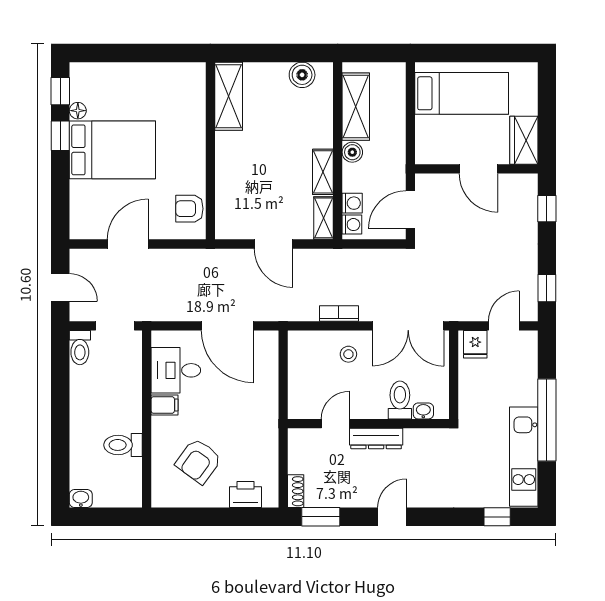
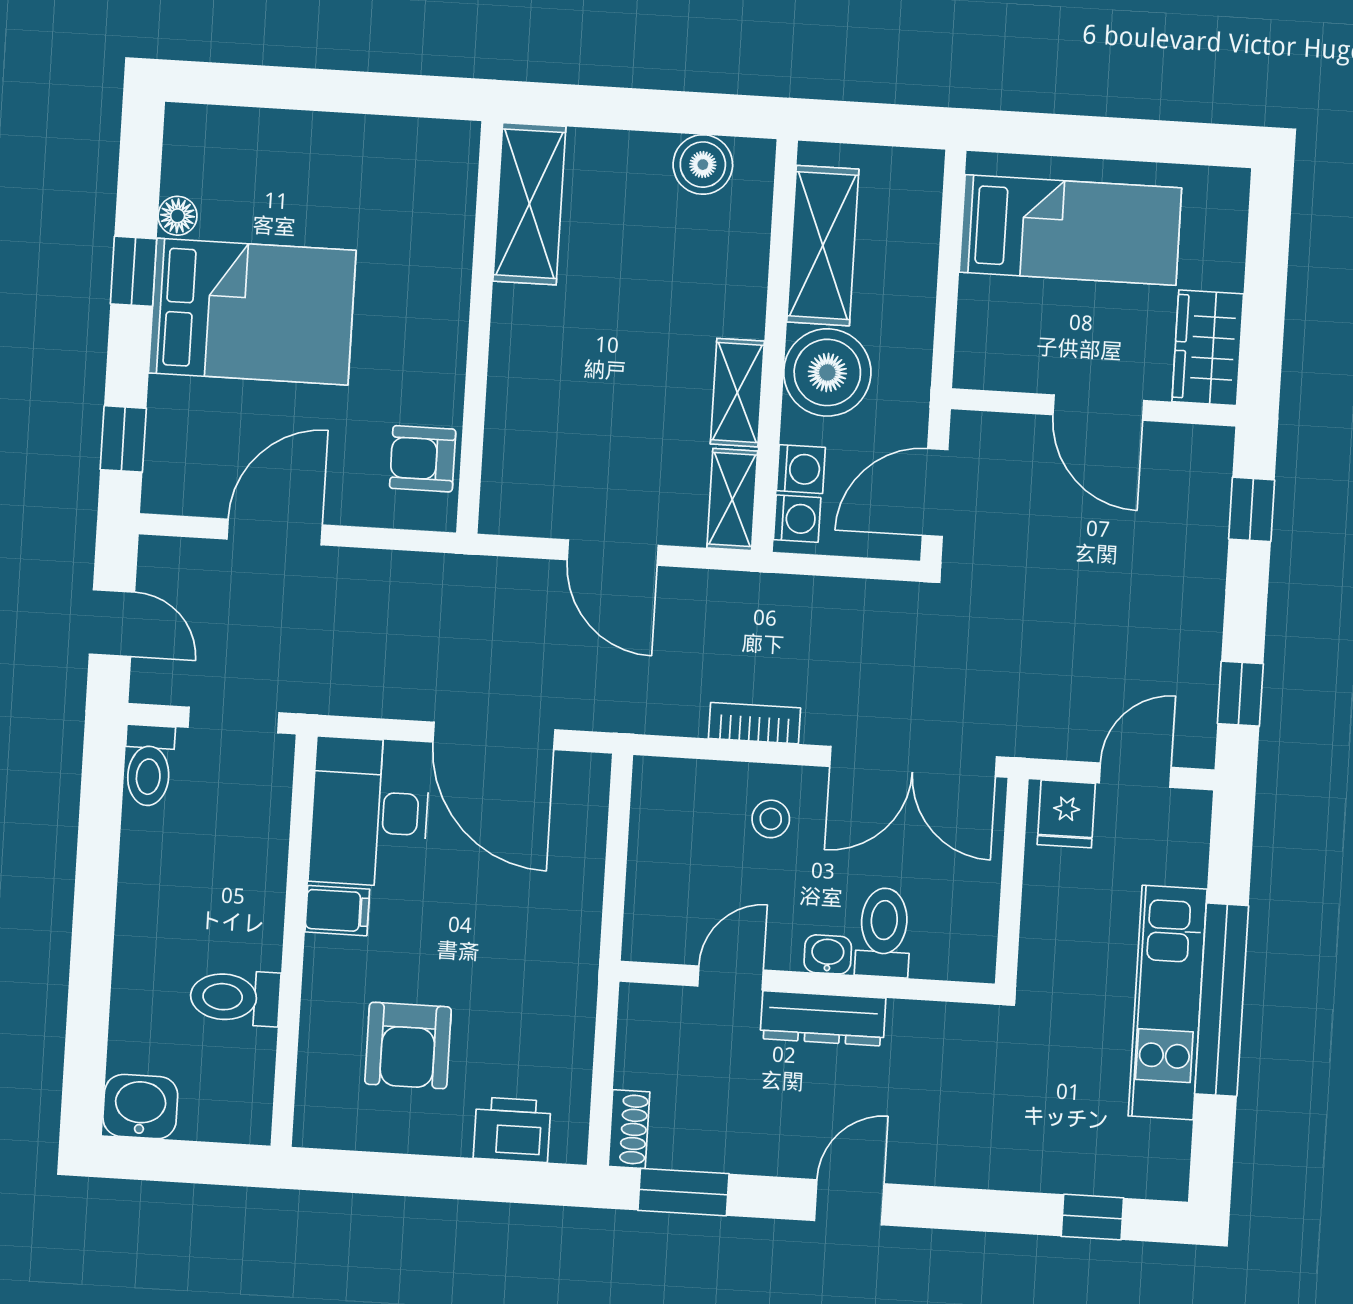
window: (60, 91) -> (123, 439), moved
boiler: (352, 152) -> (827, 372), width x1.86, depth x1.86
desk: (176, 370) -> (369, 812), width x1.37
washbasin: (423, 411) -> (828, 954), moved
kitchen unit: (524, 457) -> (1168, 1003), moved
armchair: (199, 461) -> (408, 1046), turned -36
washbasin: (81, 498) -> (140, 1107), width x1.38, depth x1.45

